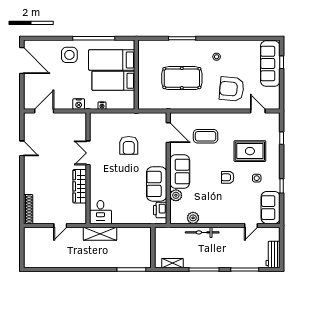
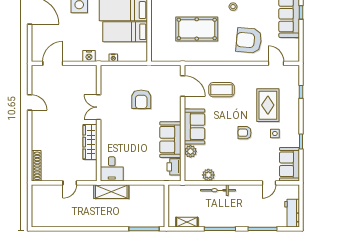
rug: (250, 151) -> (268, 105), turned 90

